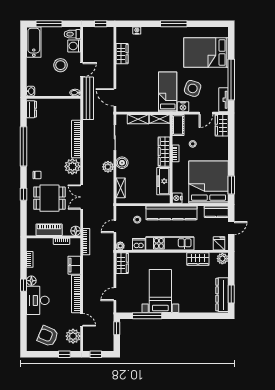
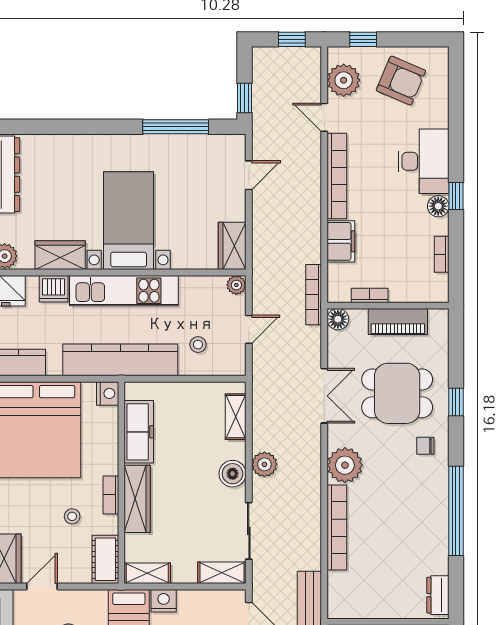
nightstand: (183, 107) -> (164, 601), moved
shelving: (138, 119) -> (222, 573), moved
dishwasher: (139, 244) -> (54, 289), moved
bed with nightstands: (160, 291) -> (129, 221), moved, turned 180

